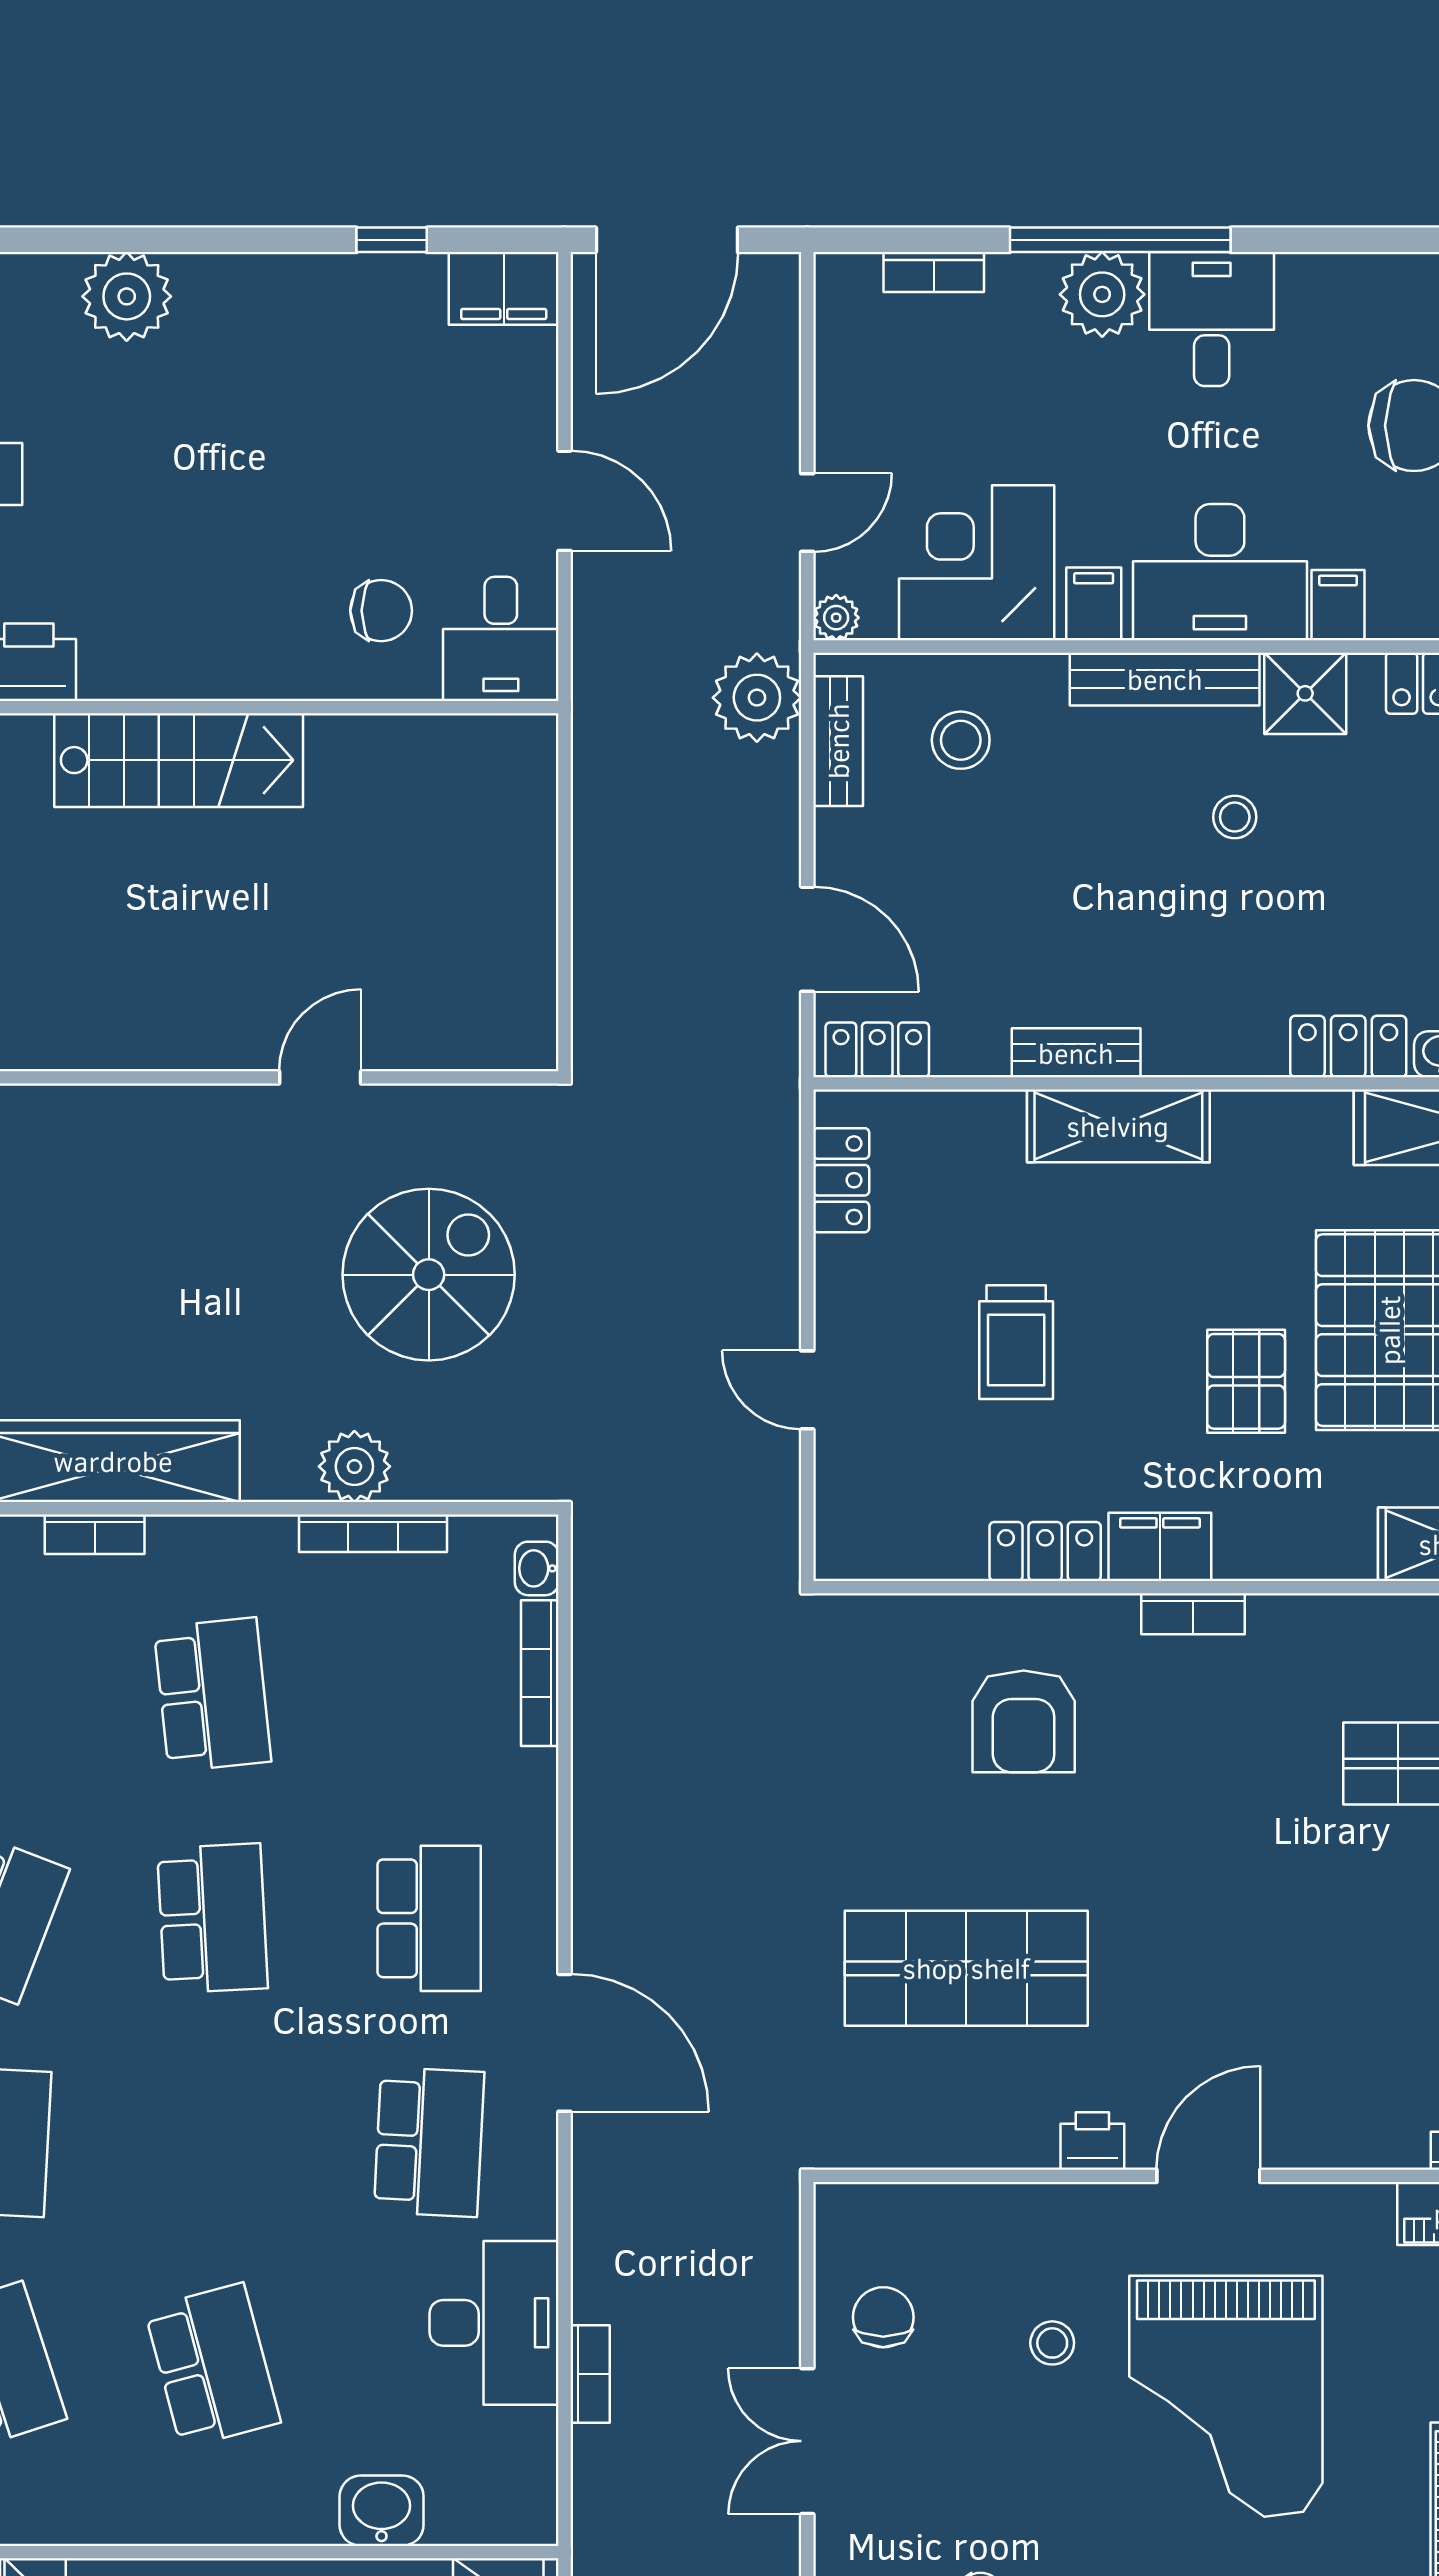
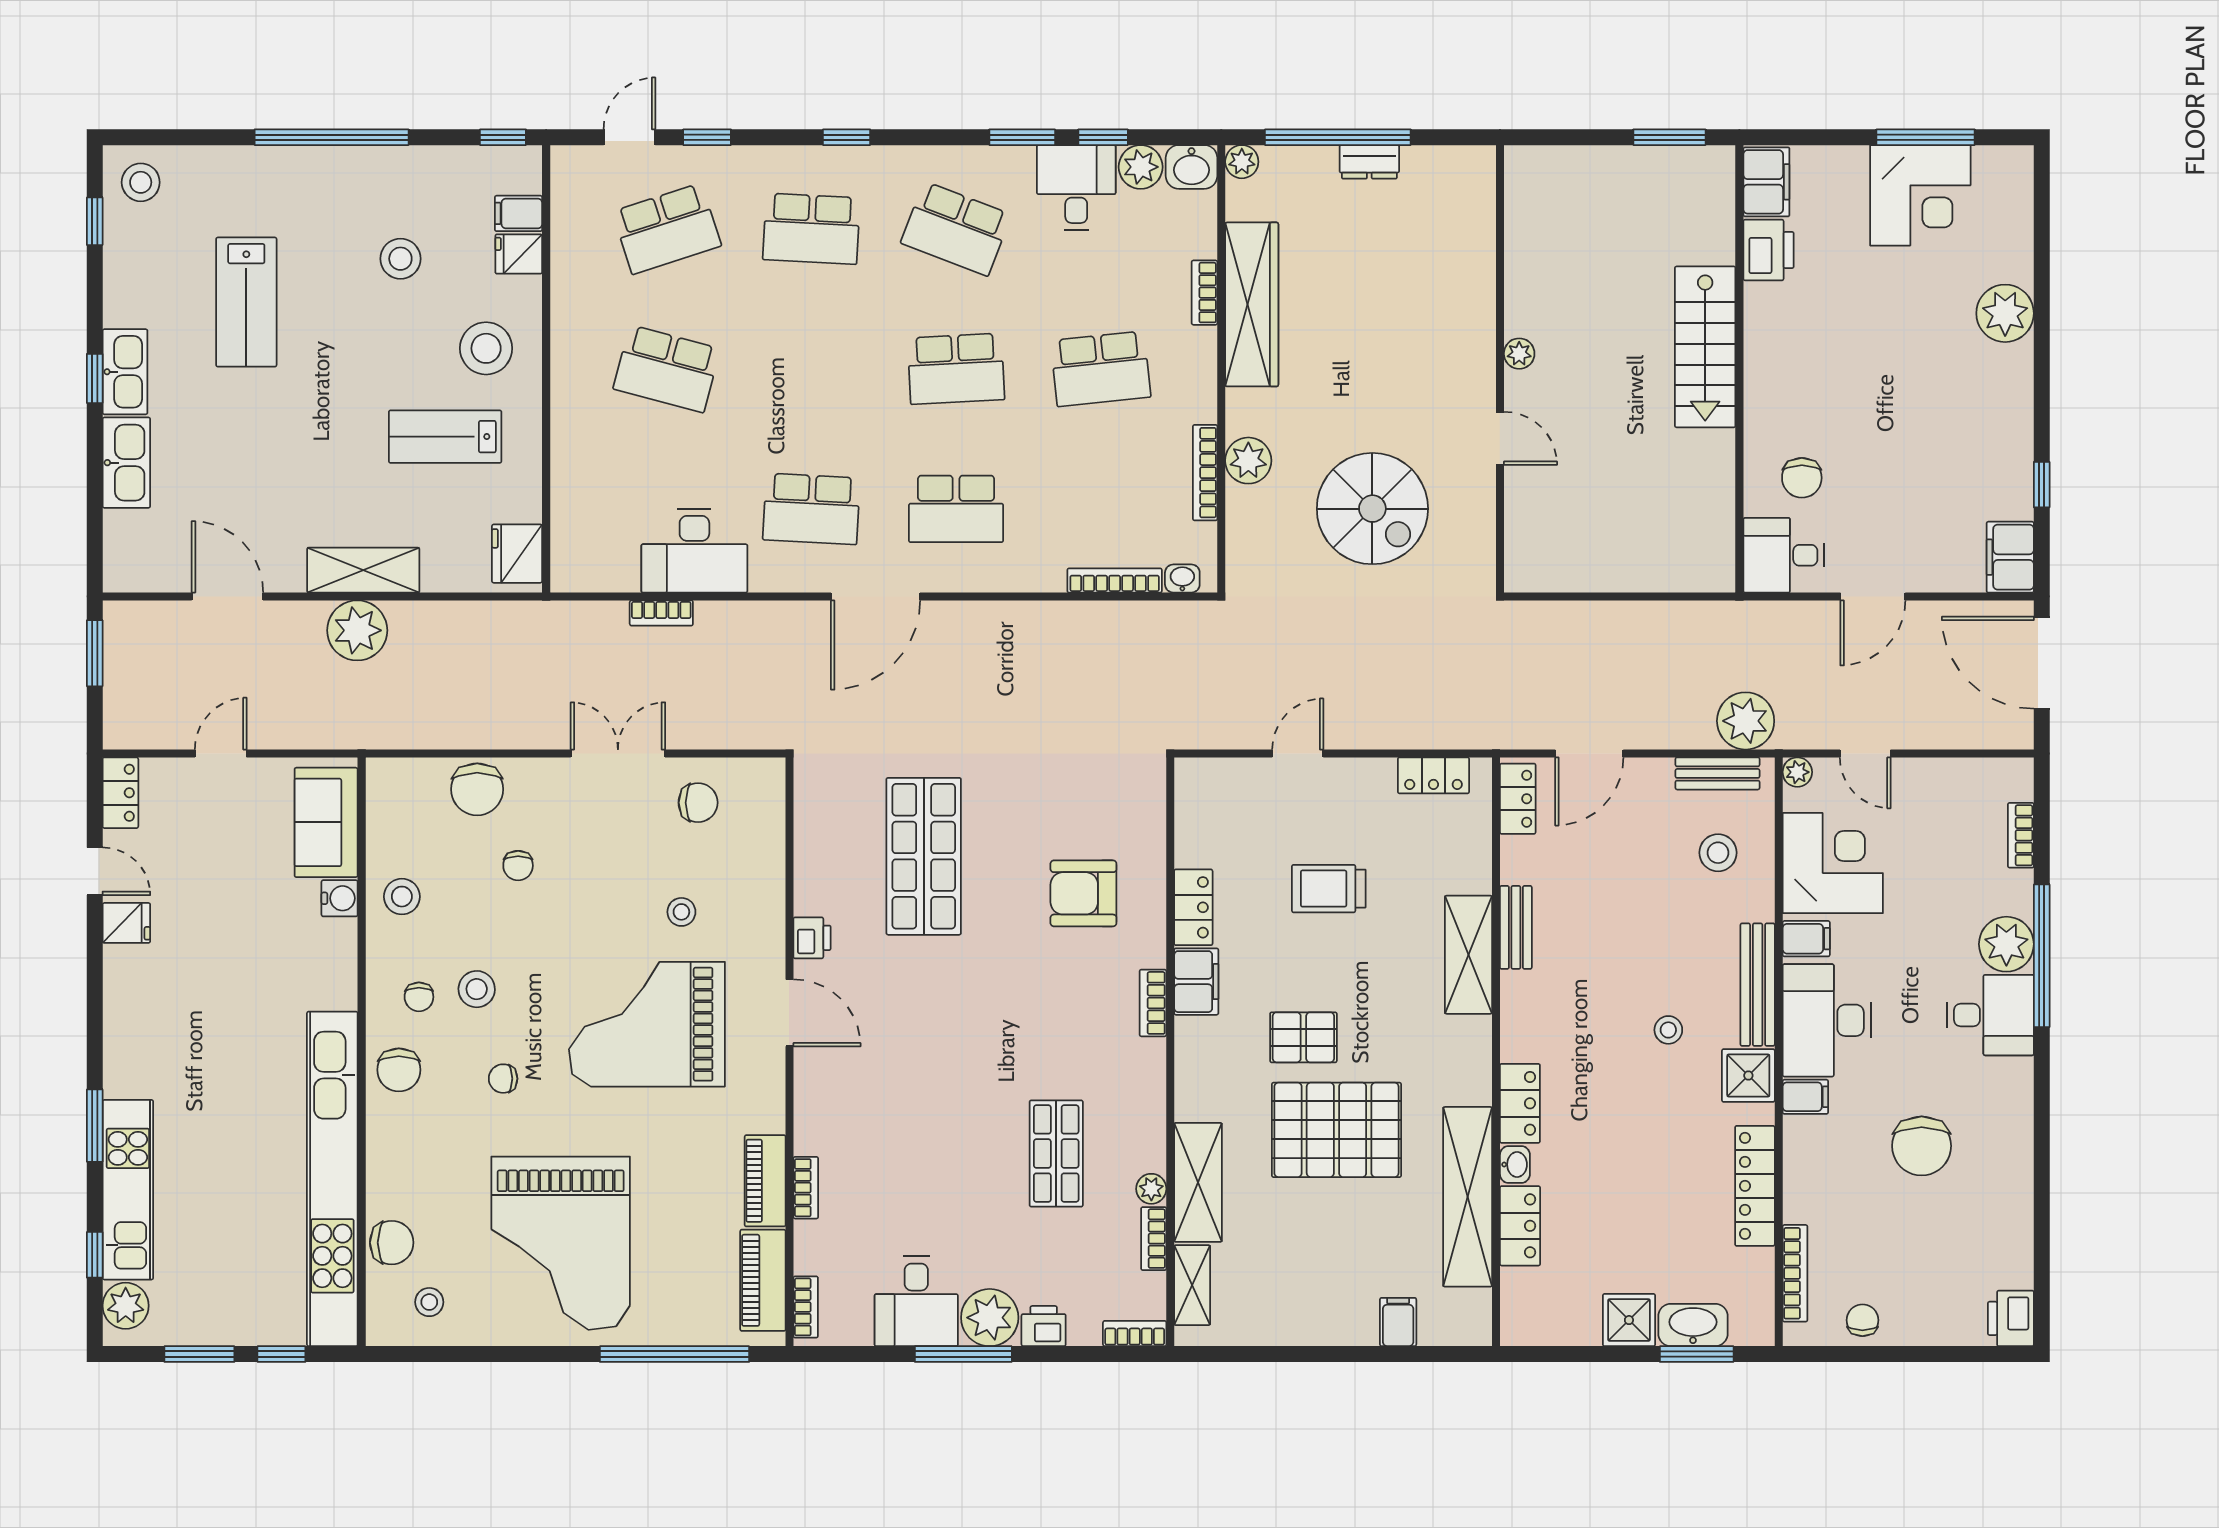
plant: (189, 1048) -> (1519, 354), added
school desk: (213, 2366) -> (667, 369), turned 30
washbasin: (382, 2511) -> (573, 478), removed

